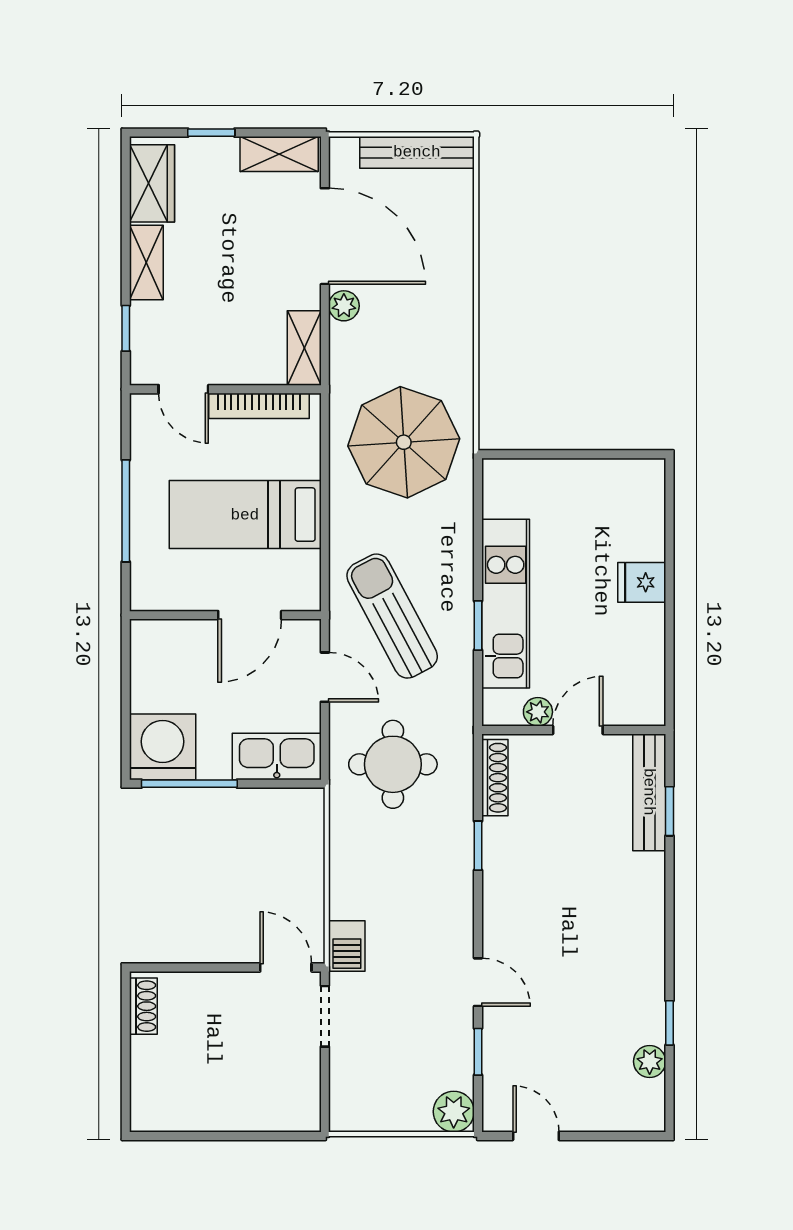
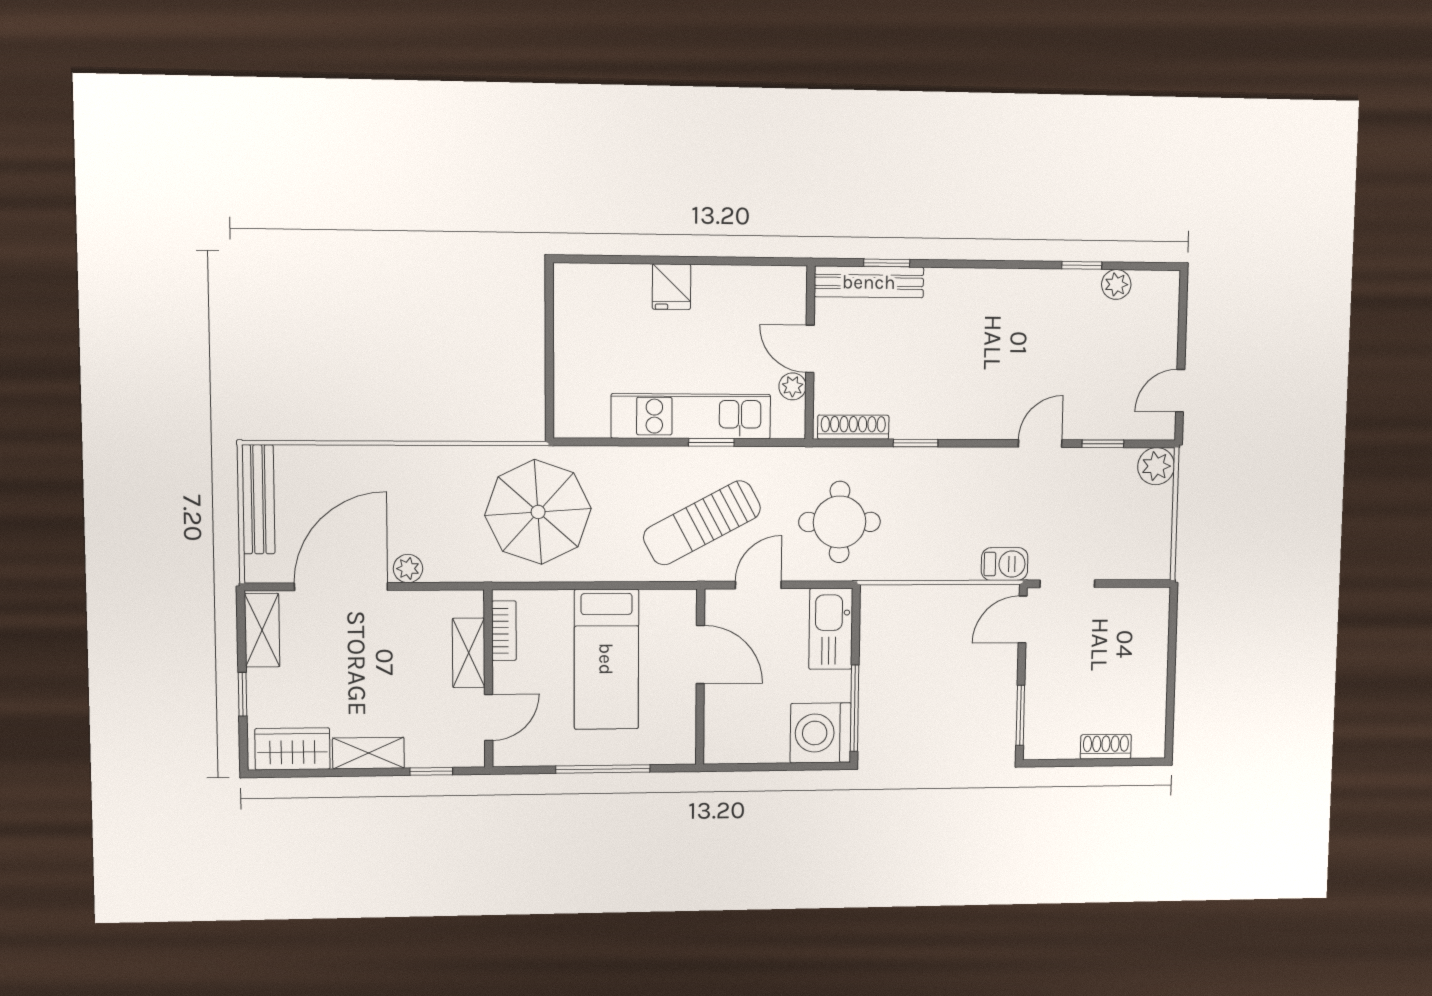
shelving: (304, 348) -> (469, 653), moved, turned 90
bookcase: (259, 406) -> (504, 631), width x0.64
window: (179, 967) -> (1020, 715), added
shoe rack: (143, 1006) -> (1106, 747), moved

